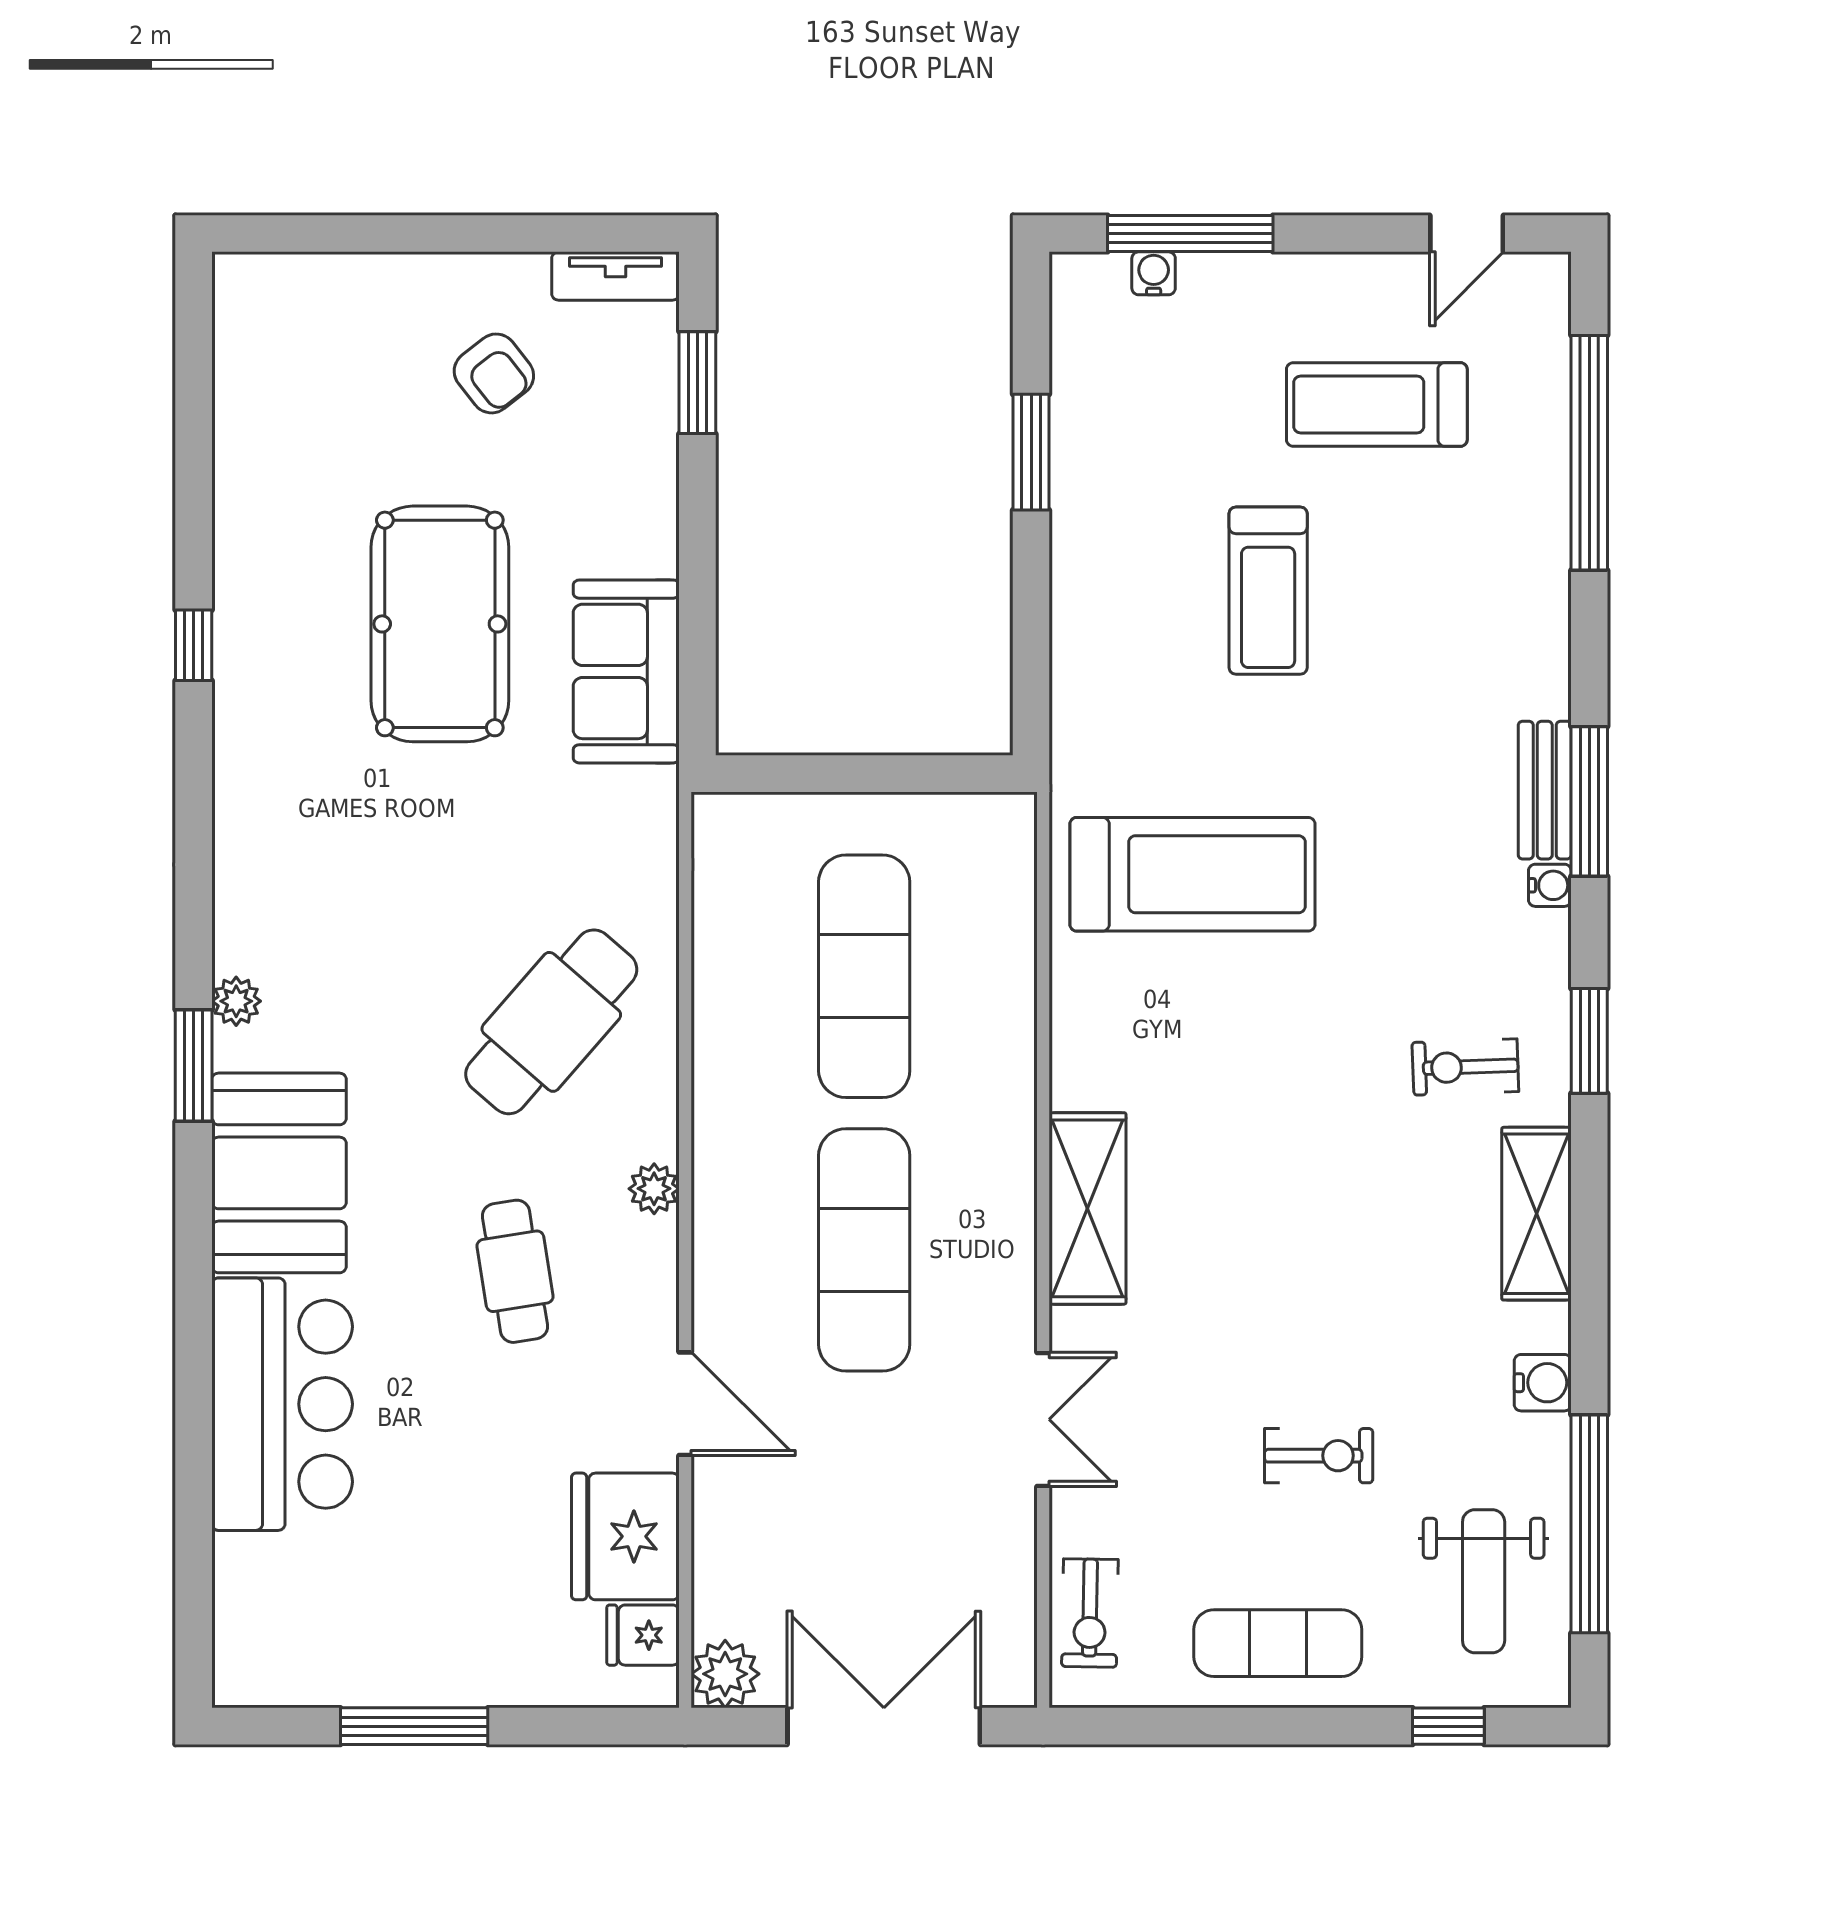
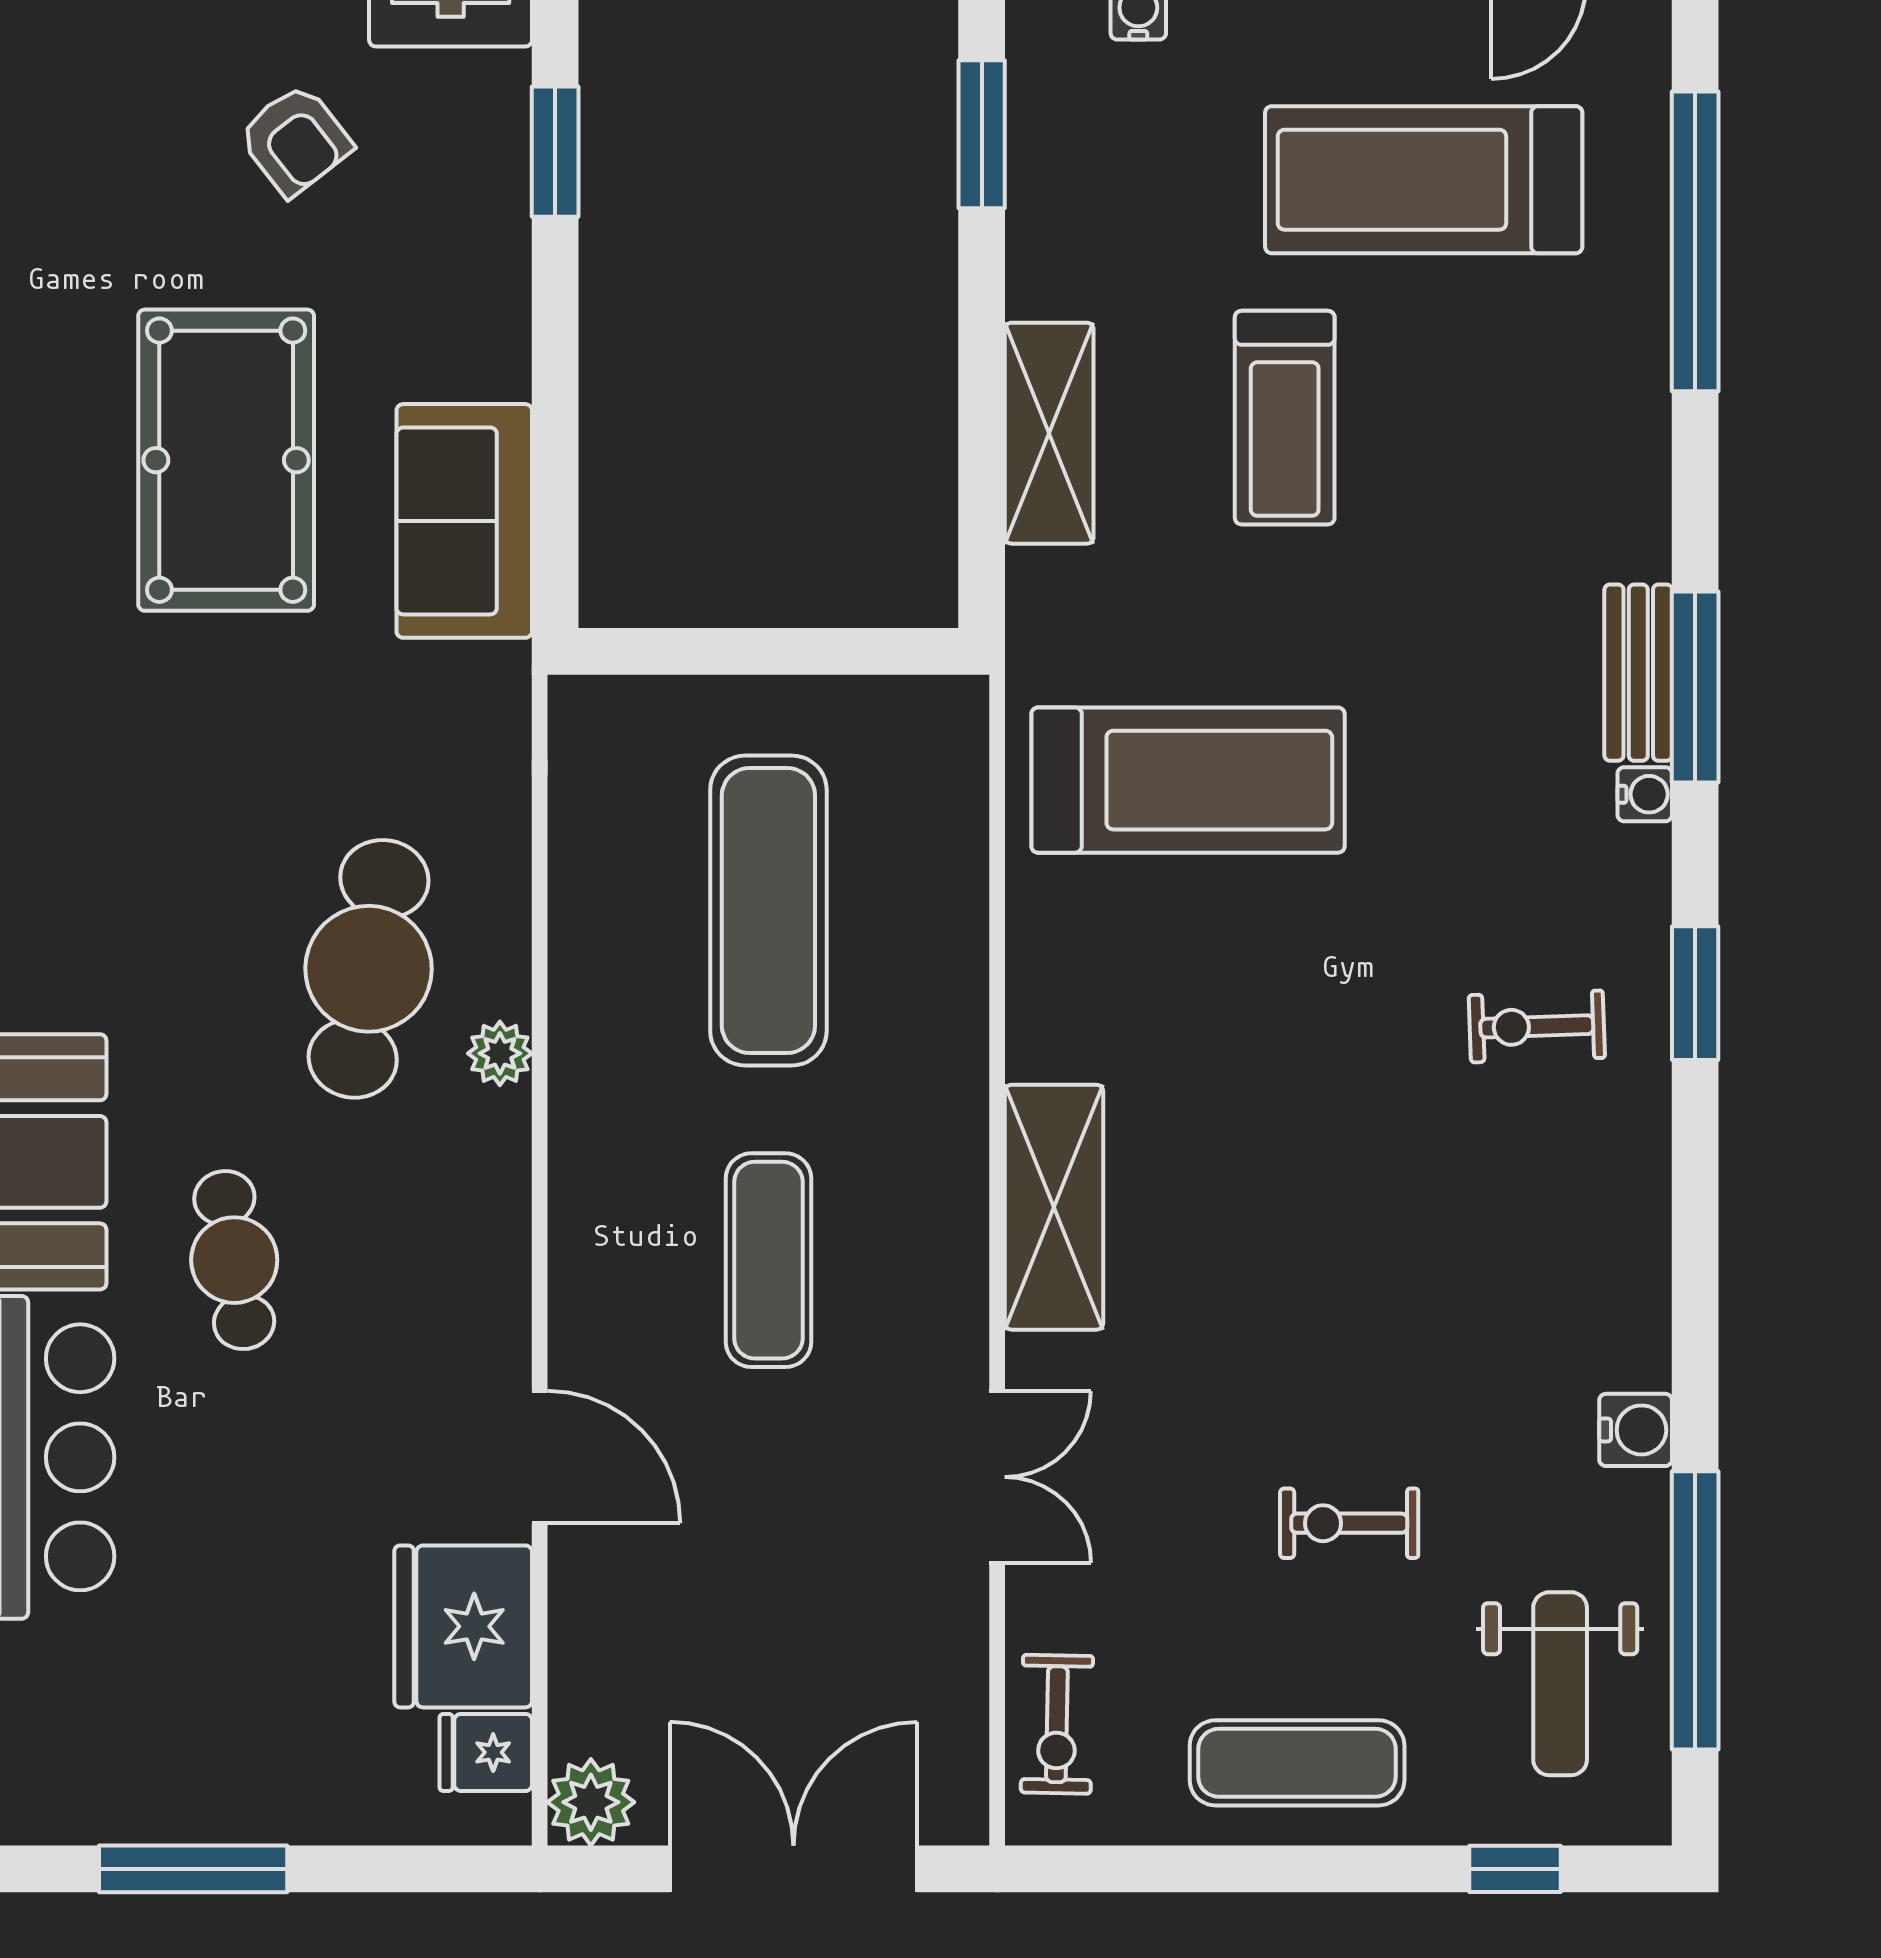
treadmill: (1377, 404) -> (1424, 180), width x1.37, depth x1.38
window: (1031, 452) -> (982, 134), moved
cafe table: (551, 1022) -> (369, 969), turned -31
plant: (654, 1189) -> (500, 1053), moved
shelving: (1536, 1214) -> (1049, 433), moved
exercise mat: (864, 1250) -> (768, 1260), width x0.73, depth x0.69
cafe table: (515, 1271) -> (234, 1260), moved
exercise bike: (1319, 1456) -> (1349, 1523), turned 180

